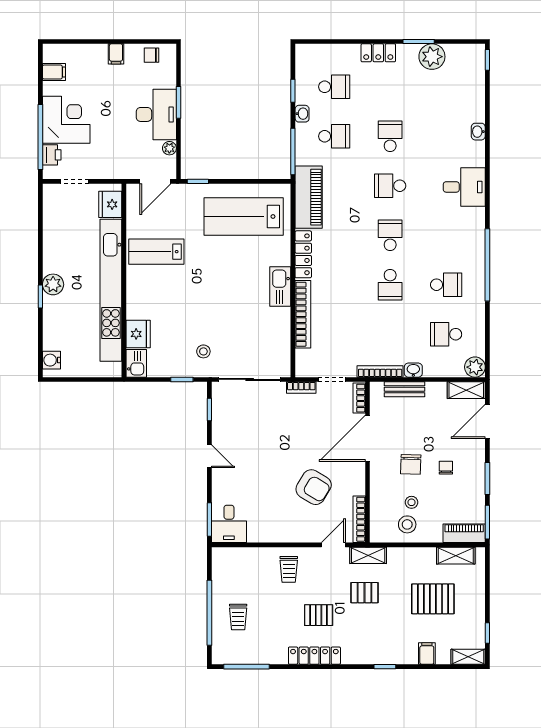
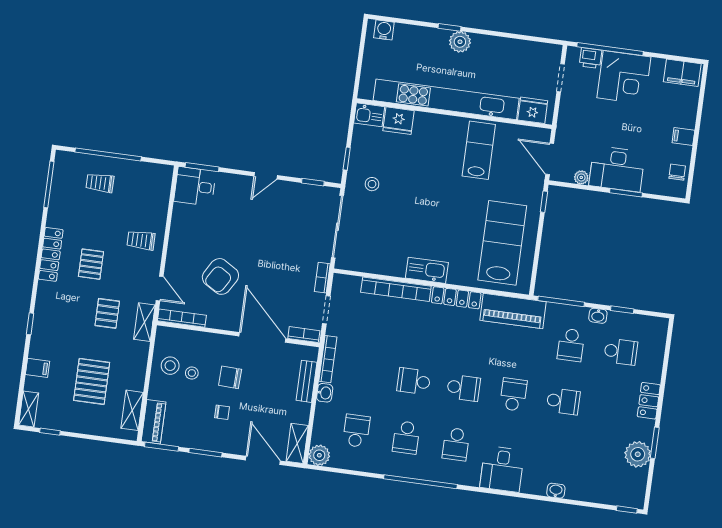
filing cabinet: (54, 72) -> (682, 73), width x2.00
school desk: (334, 87) -> (621, 352), turned -90
school desk: (446, 235) -> (456, 444), added

